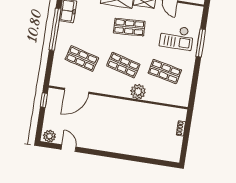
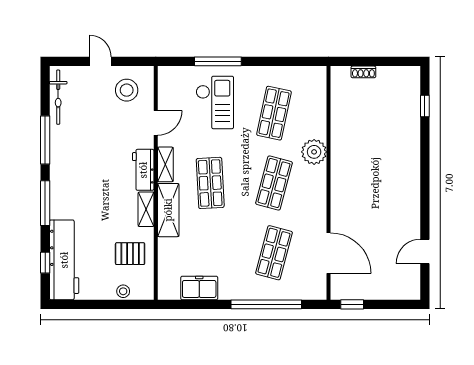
window: (55, 29) -> (266, 304), moved
plant: (49, 136) -> (410, 286), removed
window: (155, 162) -> (425, 106), added

